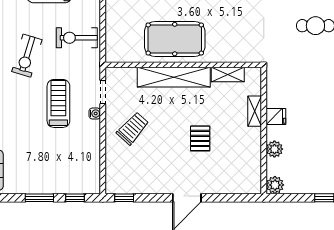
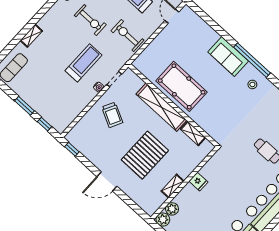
exercise bike: (27, 56) -> (90, 20), turned -107
shelving: (255, 111) -> (173, 186), moved
trolley: (133, 128) -> (112, 115), turned 75
pallet: (200, 138) -> (145, 155), width x2.05, depth x2.00
plant: (274, 149) -> (172, 209), moved

